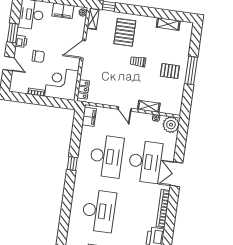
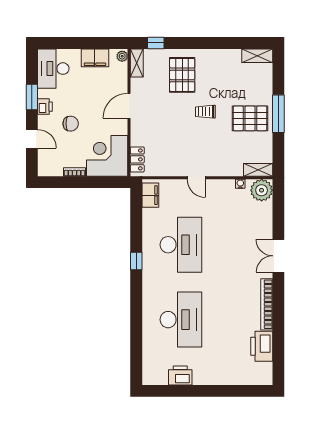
shelving: (168, 24) -> (257, 56), moved
pallet: (170, 71) -> (250, 118), width x1.50, depth x1.42
shelving: (149, 106) -> (258, 170), moved
desk: (145, 162) -> (234, 245), removed

